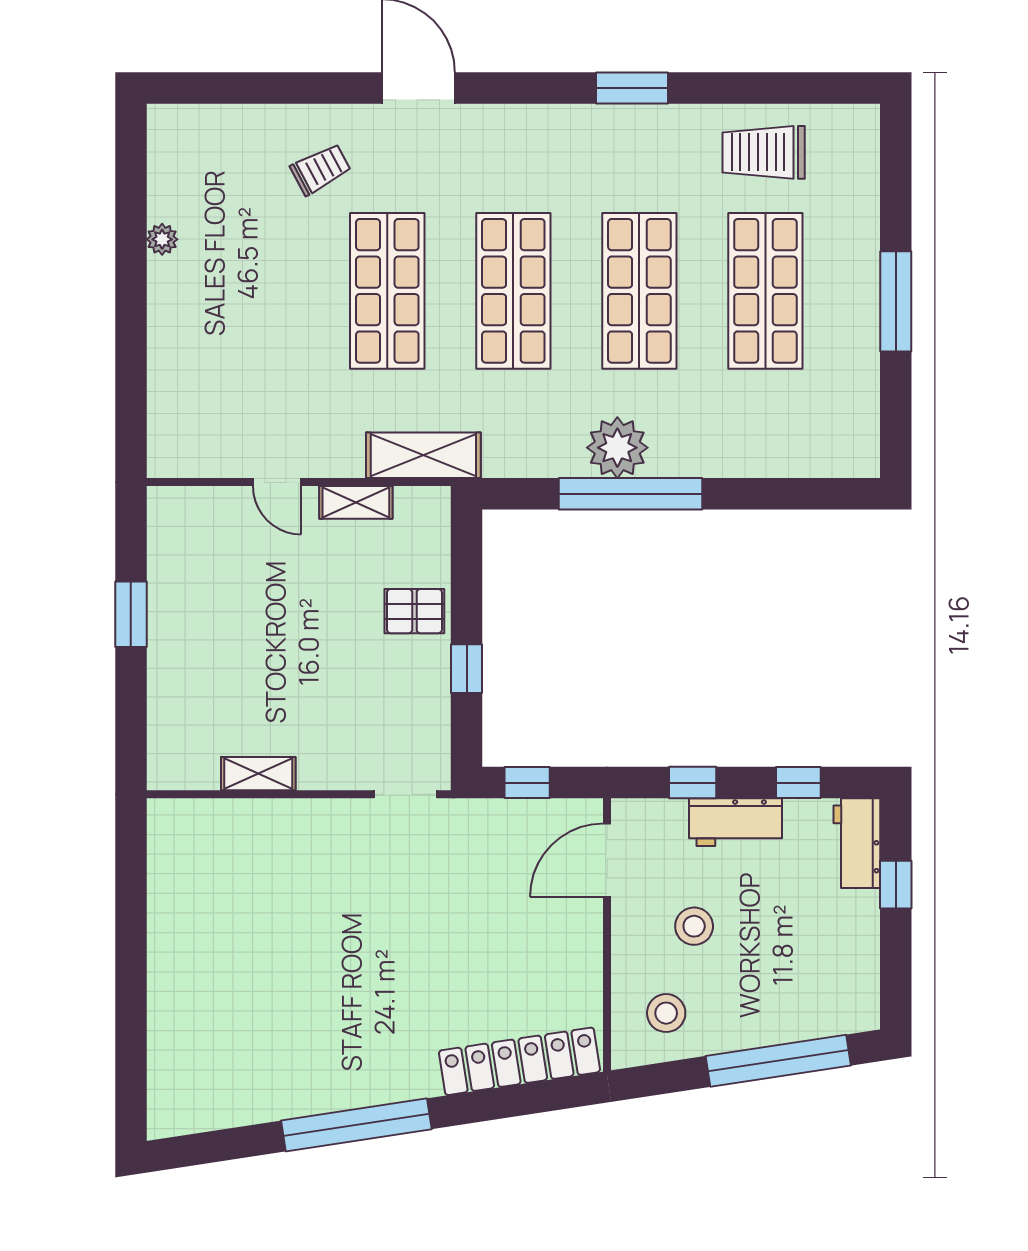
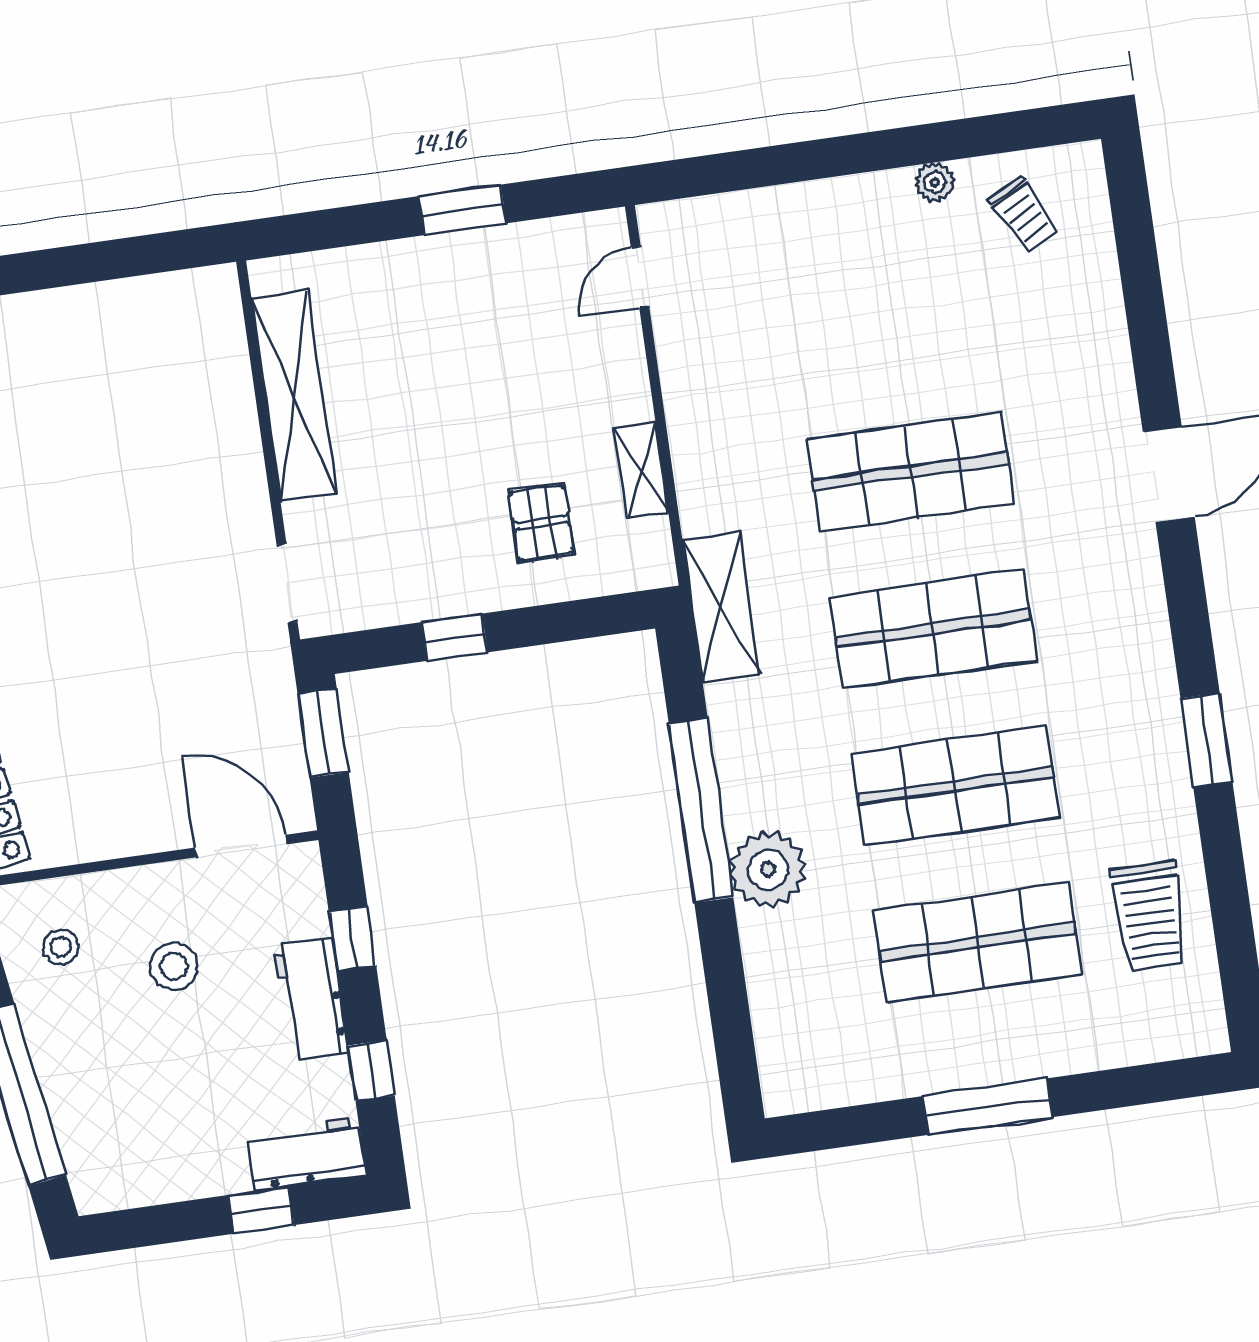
trolley: (764, 152) -> (1150, 916), turned 180
trolley: (321, 169) -> (1023, 214), moved
plant: (617, 448) -> (768, 869), moved
shelving: (423, 455) -> (721, 607), moved
door: (277, 482) -> (640, 277), moved
pallet: (414, 611) -> (541, 523), moved
shelving: (258, 774) -> (294, 396), width x2.20, depth x1.33
window: (527, 783) -> (323, 733), width x1.50
stool: (666, 1013) -> (61, 947), width x0.73, depth x0.73

